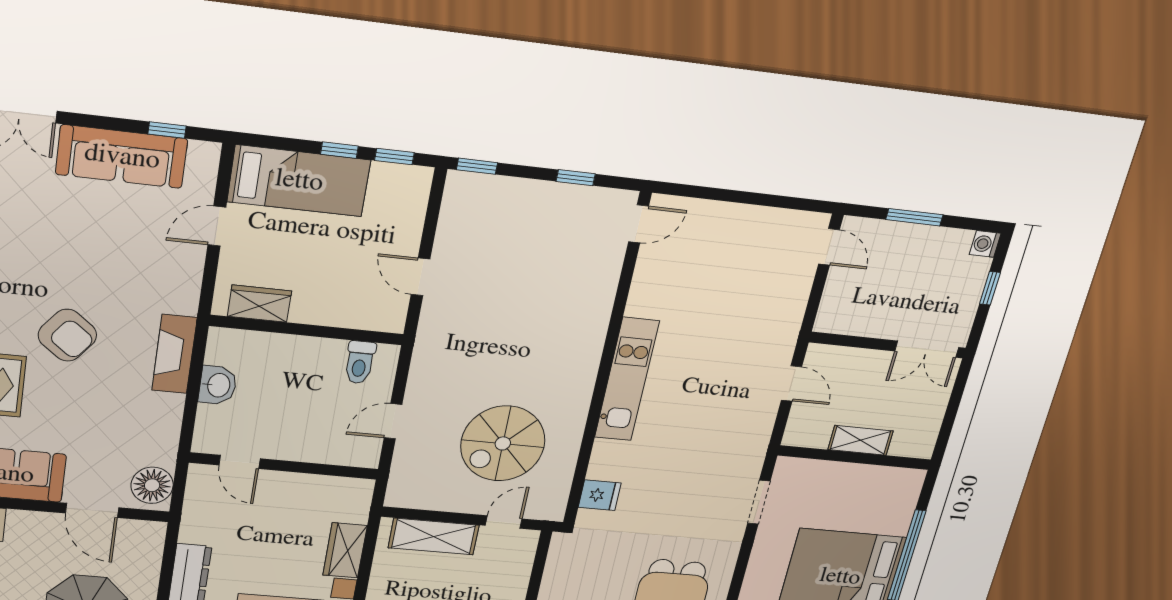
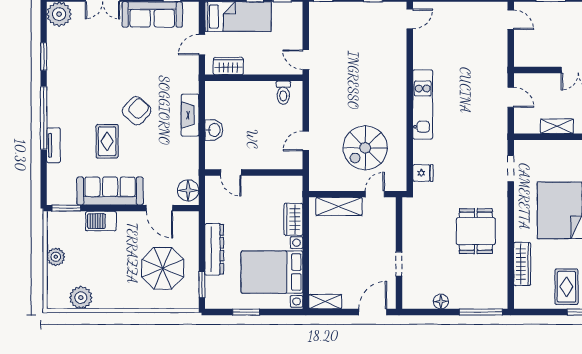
wardrobe: (259, 304) -> (228, 66), moved
wall: (307, 330) -> (254, 78), moved
armchair: (67, 335) -> (137, 111), turned -86
toilet: (360, 362) -> (283, 93), moved

